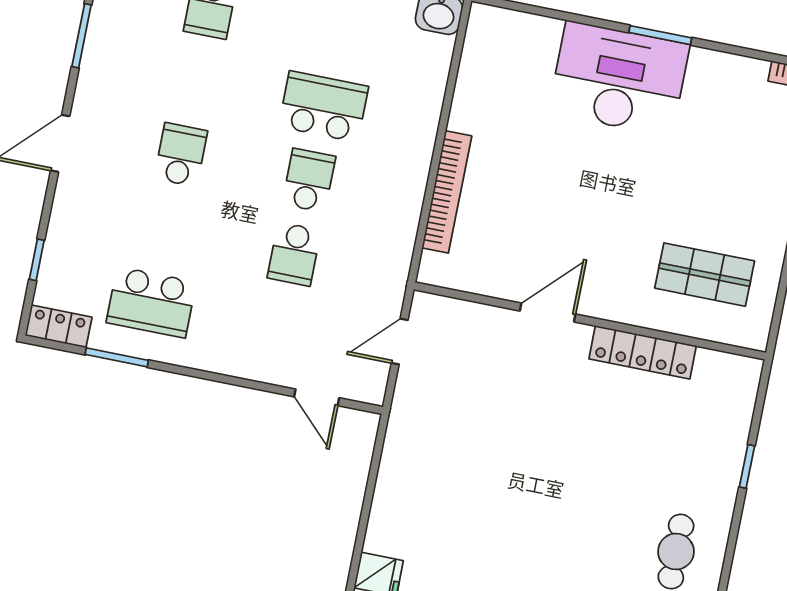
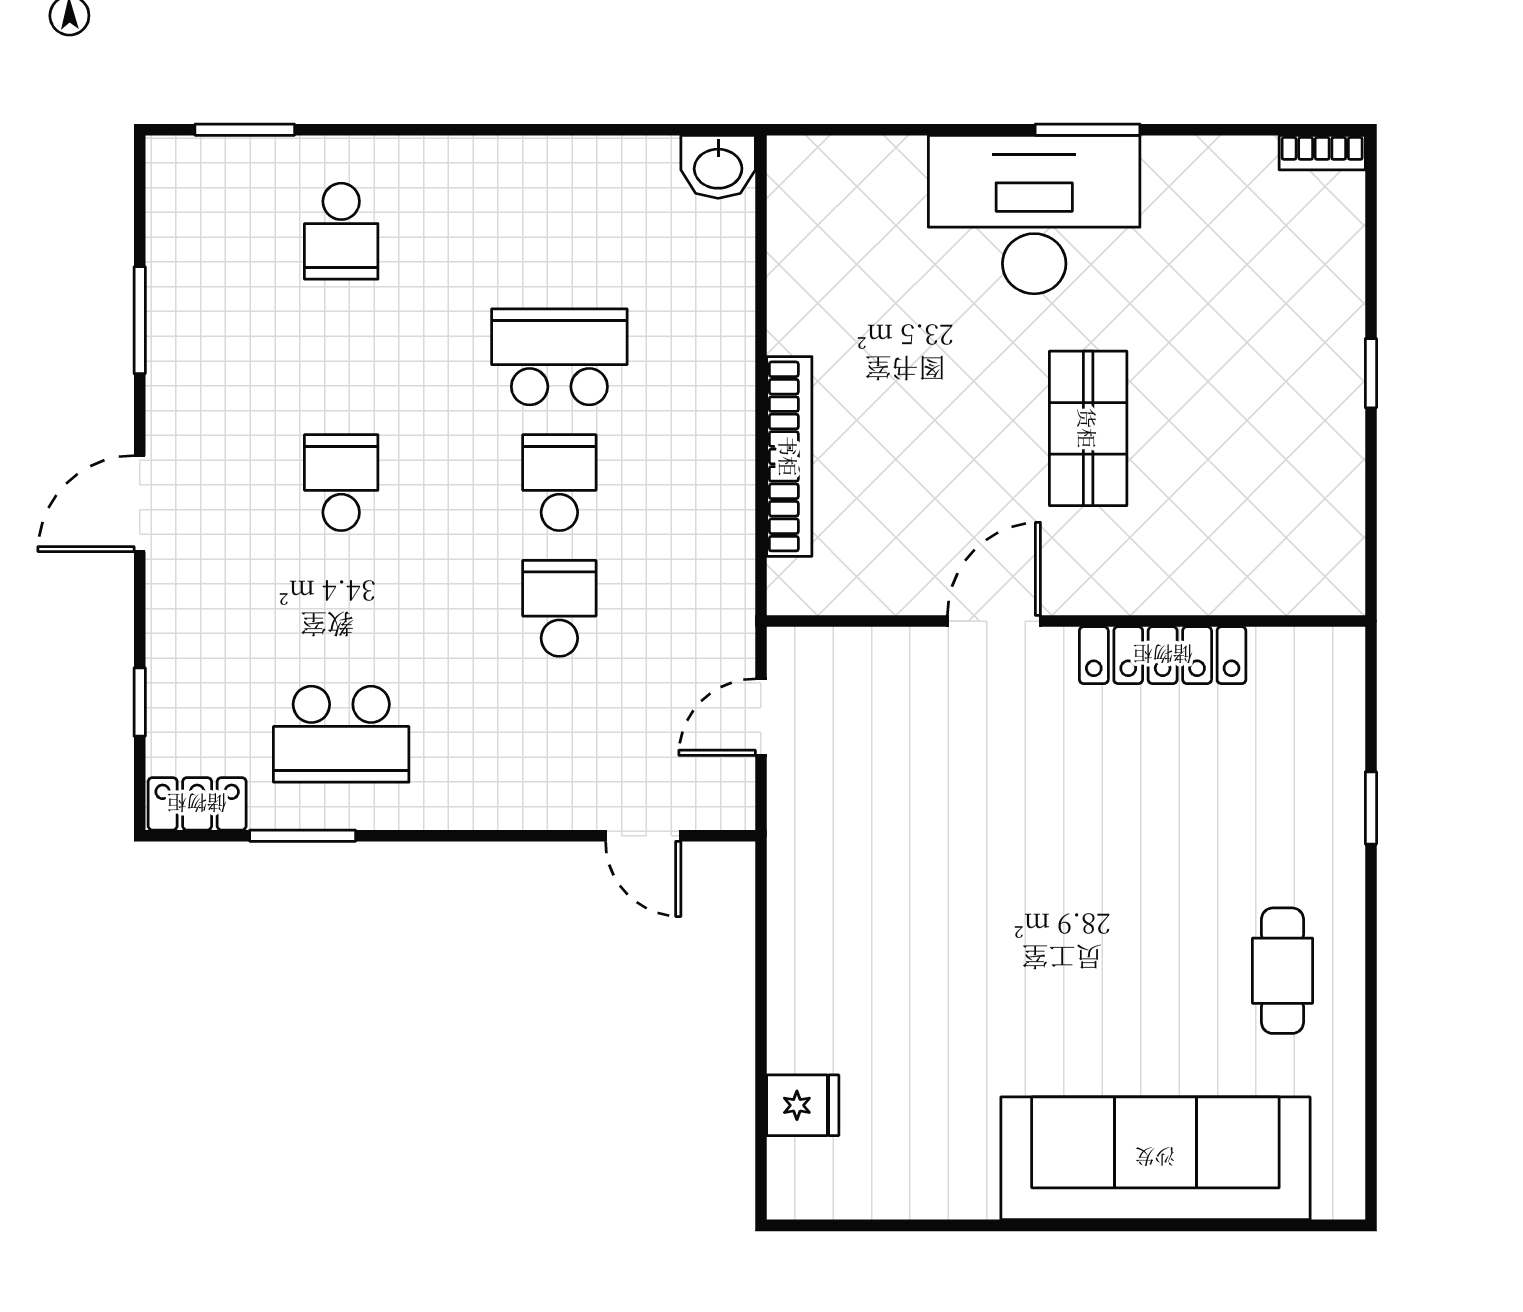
school desk: (294, 254) -> (559, 608), turned 180
shop shelf: (705, 275) -> (1088, 428), moved, turned 90

